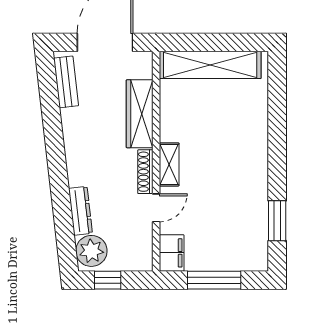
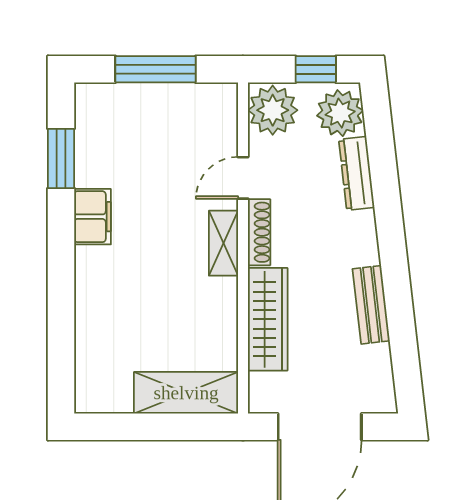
shelving: (210, 65) -> (186, 393), width x0.68
bench: (66, 82) -> (371, 305), moved
plant: (136, 253) -> (273, 110), added
filing cabinet: (172, 253) -> (92, 217), moved, turned 180

